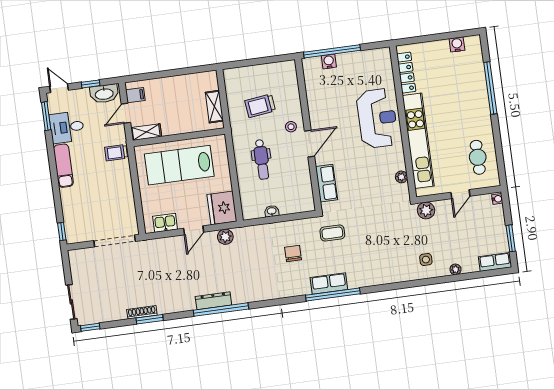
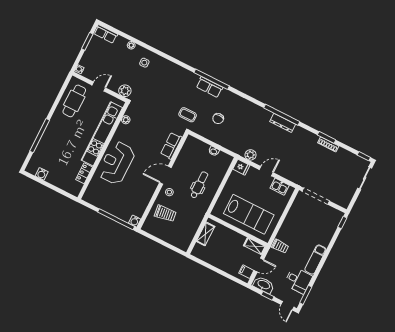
water cooler: (329, 61) -> (135, 221), moved
locker: (406, 73) -> (84, 173), width x0.66
trolley: (260, 106) -> (165, 214), moved
cafe table: (478, 157) -> (74, 101), width x1.37, depth x1.35
fridge: (222, 208) -> (241, 167), width x0.53, depth x0.75

